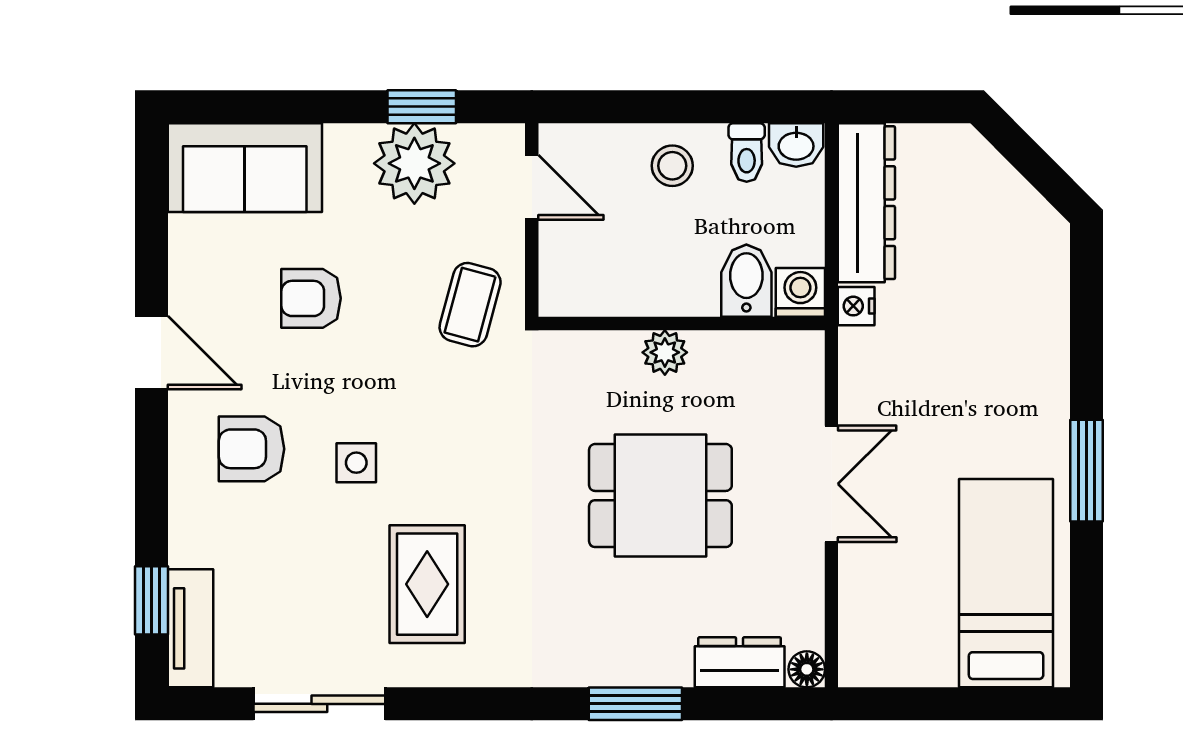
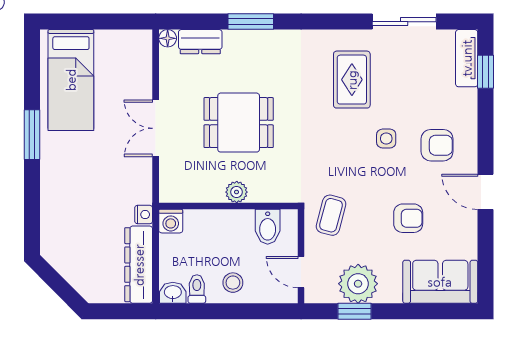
bidet: (746, 281) -> (268, 227), moved

